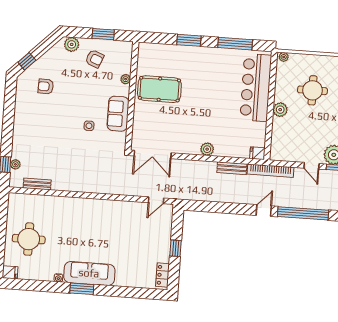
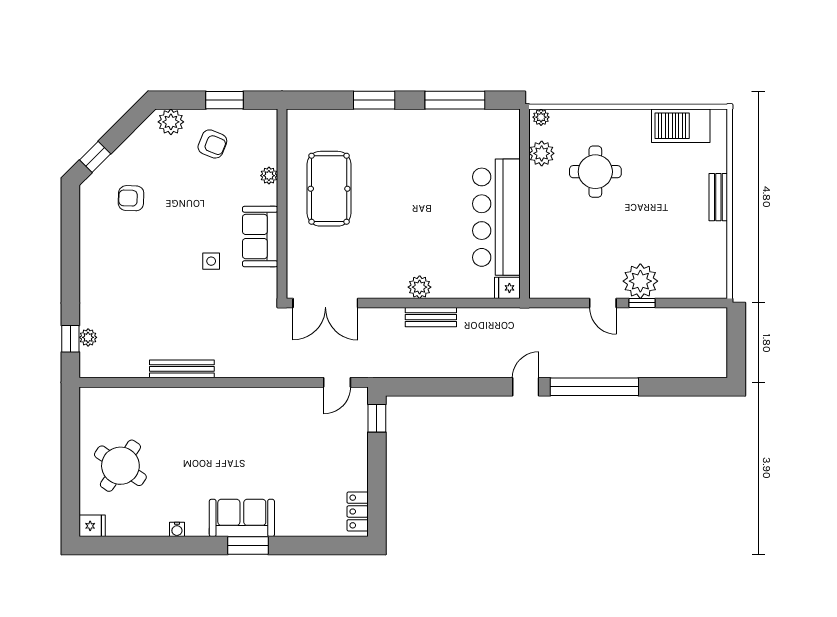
bar counter: (256, 88) -> (496, 217), moved
pool table: (159, 89) -> (329, 189), turned 90
plant: (280, 110) -> (542, 153), moved
bench: (232, 168) -> (431, 317), moved
bookcase: (270, 171) -> (532, 317), removed
bench: (37, 184) -> (182, 369), moved, width x1.36
round table: (29, 239) -> (120, 466), turned 34
window: (176, 248) -> (377, 418), moved
sofa: (89, 273) -> (242, 518), width x0.73
window: (82, 289) -> (248, 546), moved

